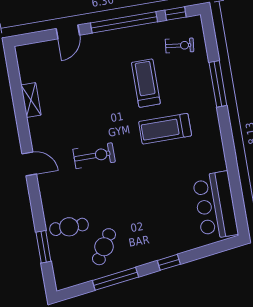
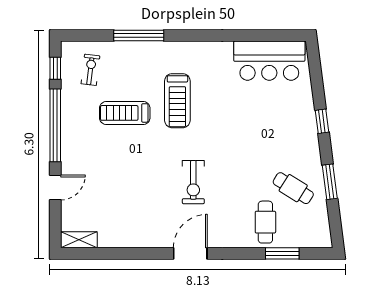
door: (68, 32) -> (55, 188), hinge flipped
shelving: (31, 100) -> (79, 240), moved
exercise bike: (94, 156) -> (193, 182), turned 180
door: (29, 164) -> (190, 253), width x1.38
window: (115, 279) -> (330, 182), width x0.69

